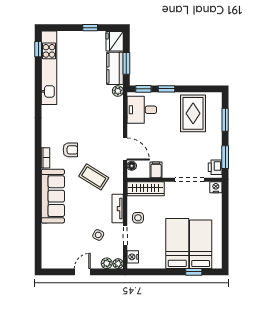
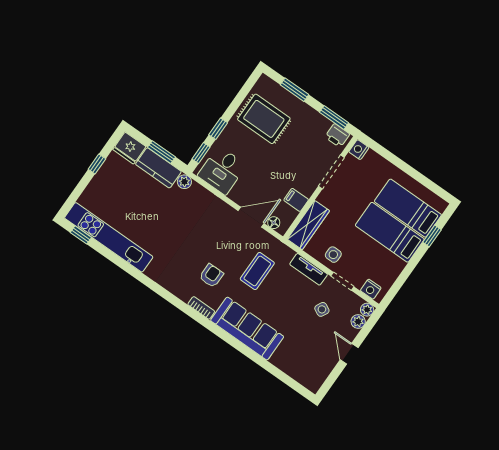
coffee table: (94, 177) -> (257, 271), turned -32

